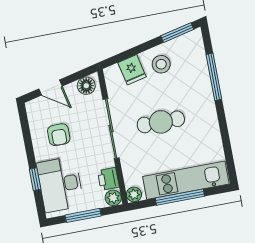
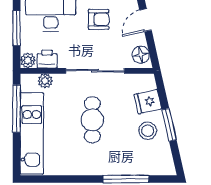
window: (177, 33) -> (169, 125), moved
armchair: (59, 135) -> (99, 19), turned 180
plant: (134, 194) -> (45, 81), moved
window: (180, 197) -> (17, 109), moved

